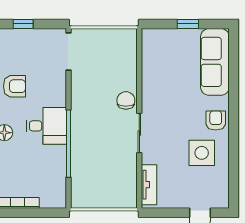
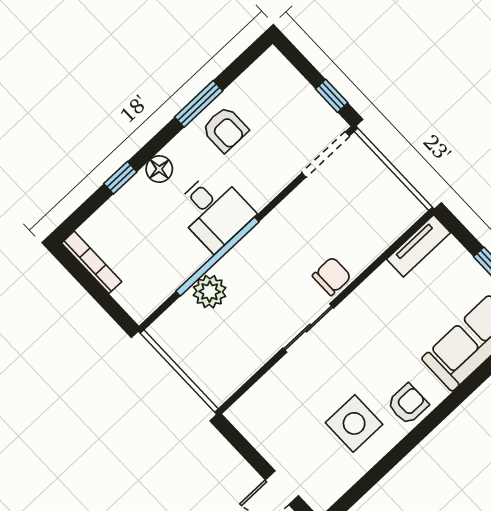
window: (23, 24) -> (332, 96), moved
plant: (81, 162) -> (210, 292), added
tv unit: (149, 185) -> (419, 246), moved

